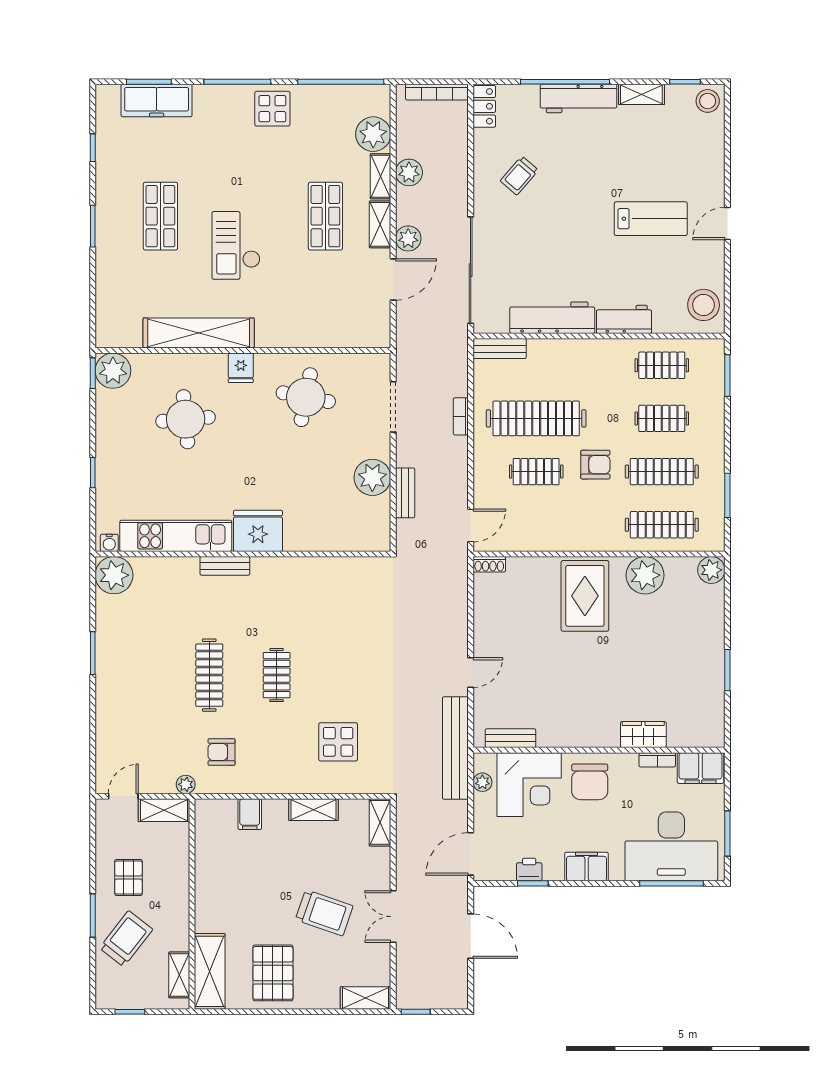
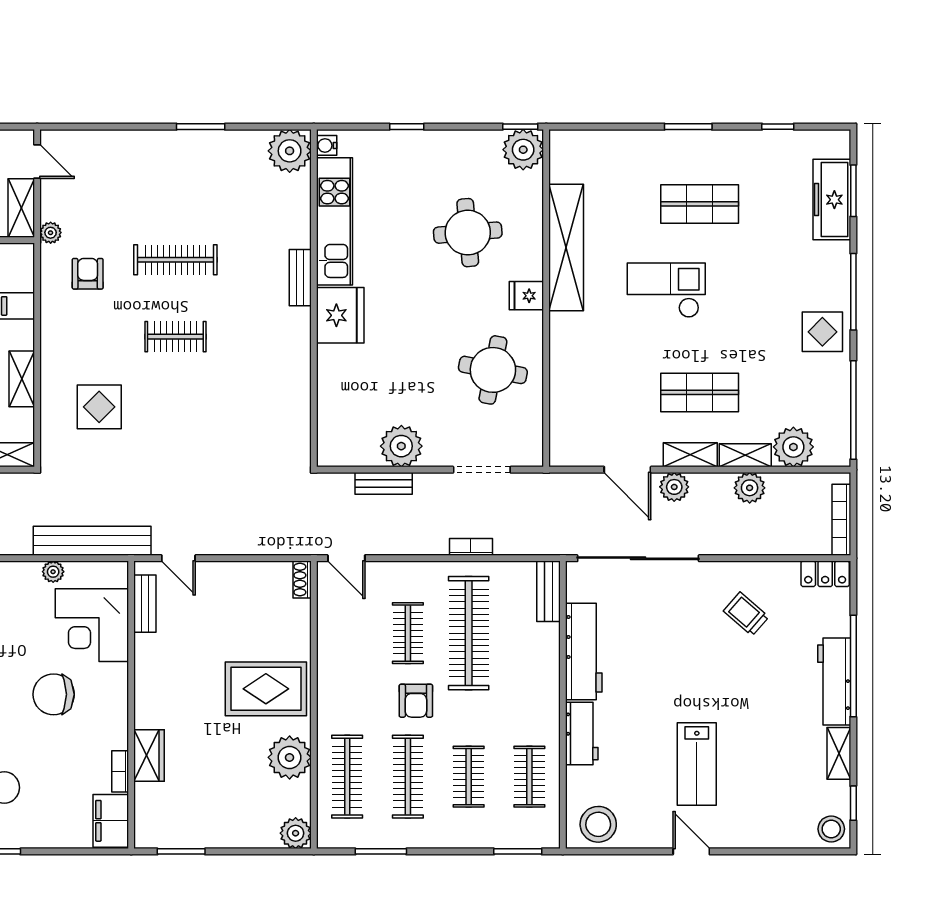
wardrobe: (643, 735) -> (149, 755), moved
bench: (510, 738) -> (145, 604), moved
wall: (599, 750) -> (131, 705), moved
bookcase: (657, 760) -> (120, 771), moved
filing cabinet: (700, 768) -> (111, 821), moved
corner desk: (529, 785) -> (92, 625), moved

